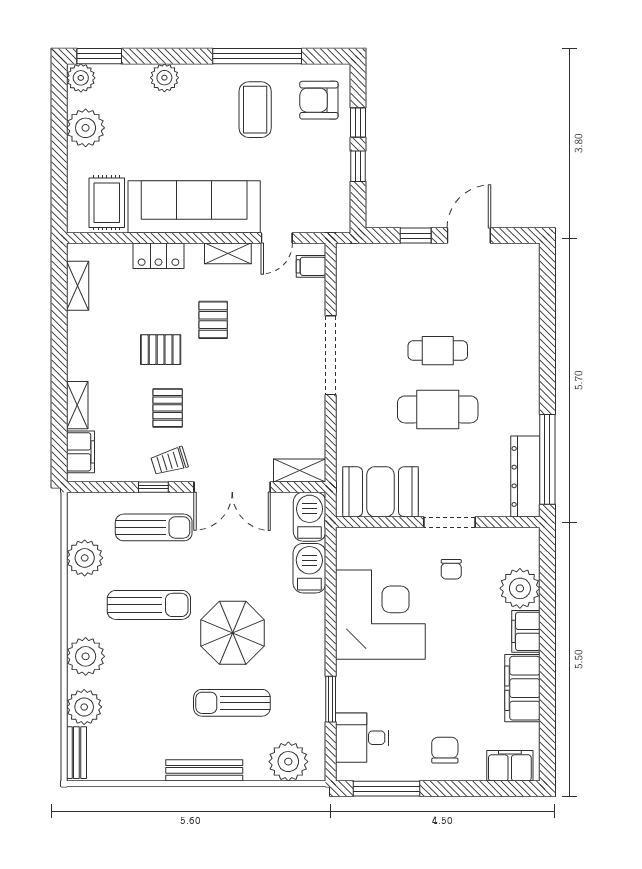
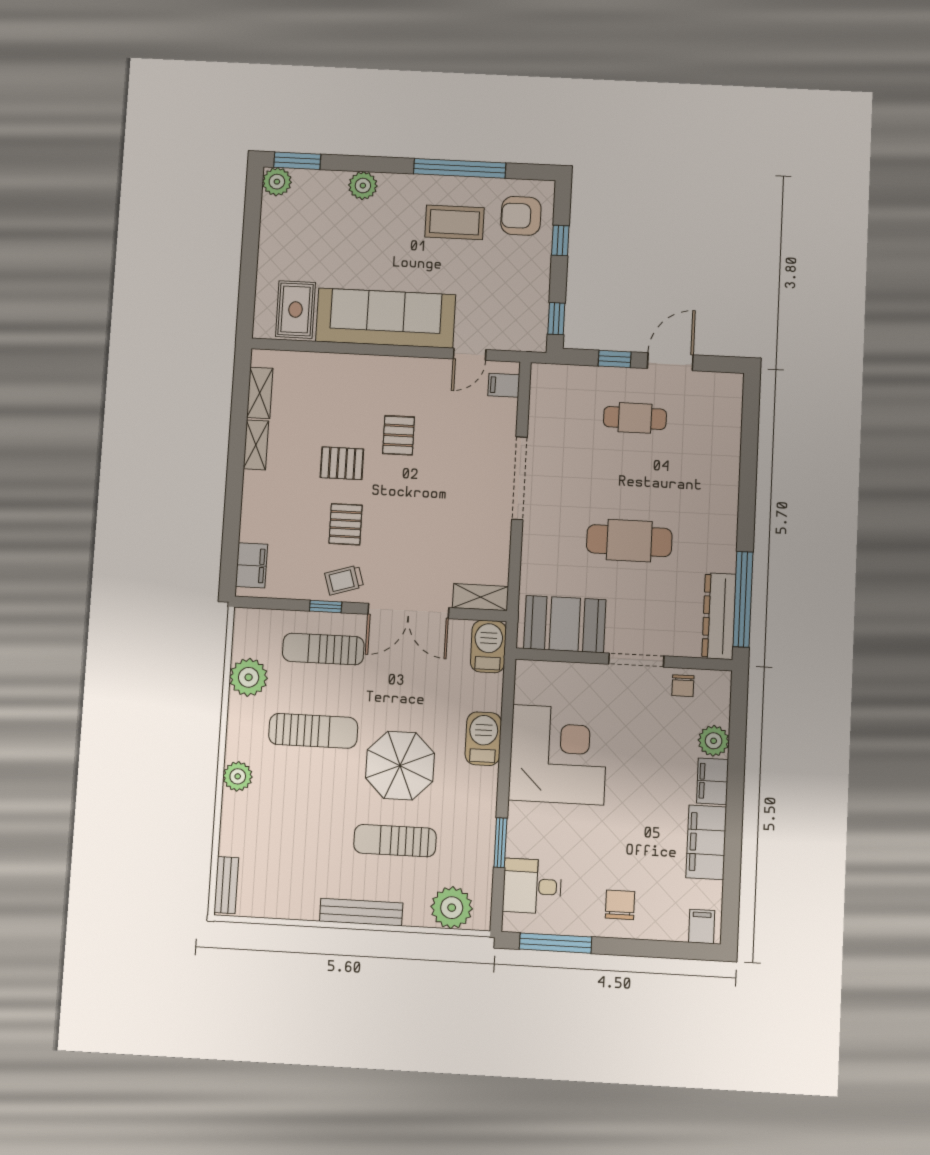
coffee table: (255, 110) -> (455, 222), turned 90
plant: (86, 128) -> (278, 232), removed
window: (358, 166) -> (556, 319), moved
shelving: (228, 253) -> (418, 368), removed
locker: (158, 256) -> (346, 366), removed
cafe table: (438, 351) -> (635, 418), moved
shelving: (77, 405) -> (256, 445), moved
sun lounger: (154, 527) -> (323, 649), turned 180
barbecue: (309, 568) -> (483, 739), moved
chair: (451, 569) -> (683, 686), moved
plant: (520, 588) -> (714, 741), width x0.73, depth x0.73
plant: (86, 656) -> (238, 776), width x0.73, depth x0.73
plant: (84, 707) -> (238, 836), removed
filing cabinet: (510, 766) -> (702, 926), width x0.50

